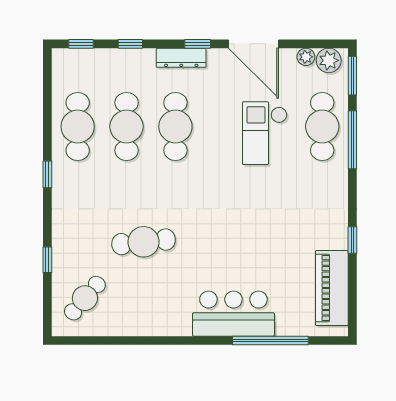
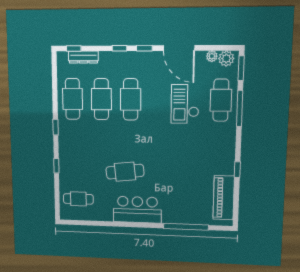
window: (130, 44) -> (119, 48), moved
dresser: (181, 58) -> (83, 57), moved
cafe table: (144, 242) -> (125, 172), moved
window: (47, 260) -> (56, 166), moved
cafe table: (85, 298) -> (78, 199), turned 49
bar counter: (233, 314) -> (137, 210), moved

